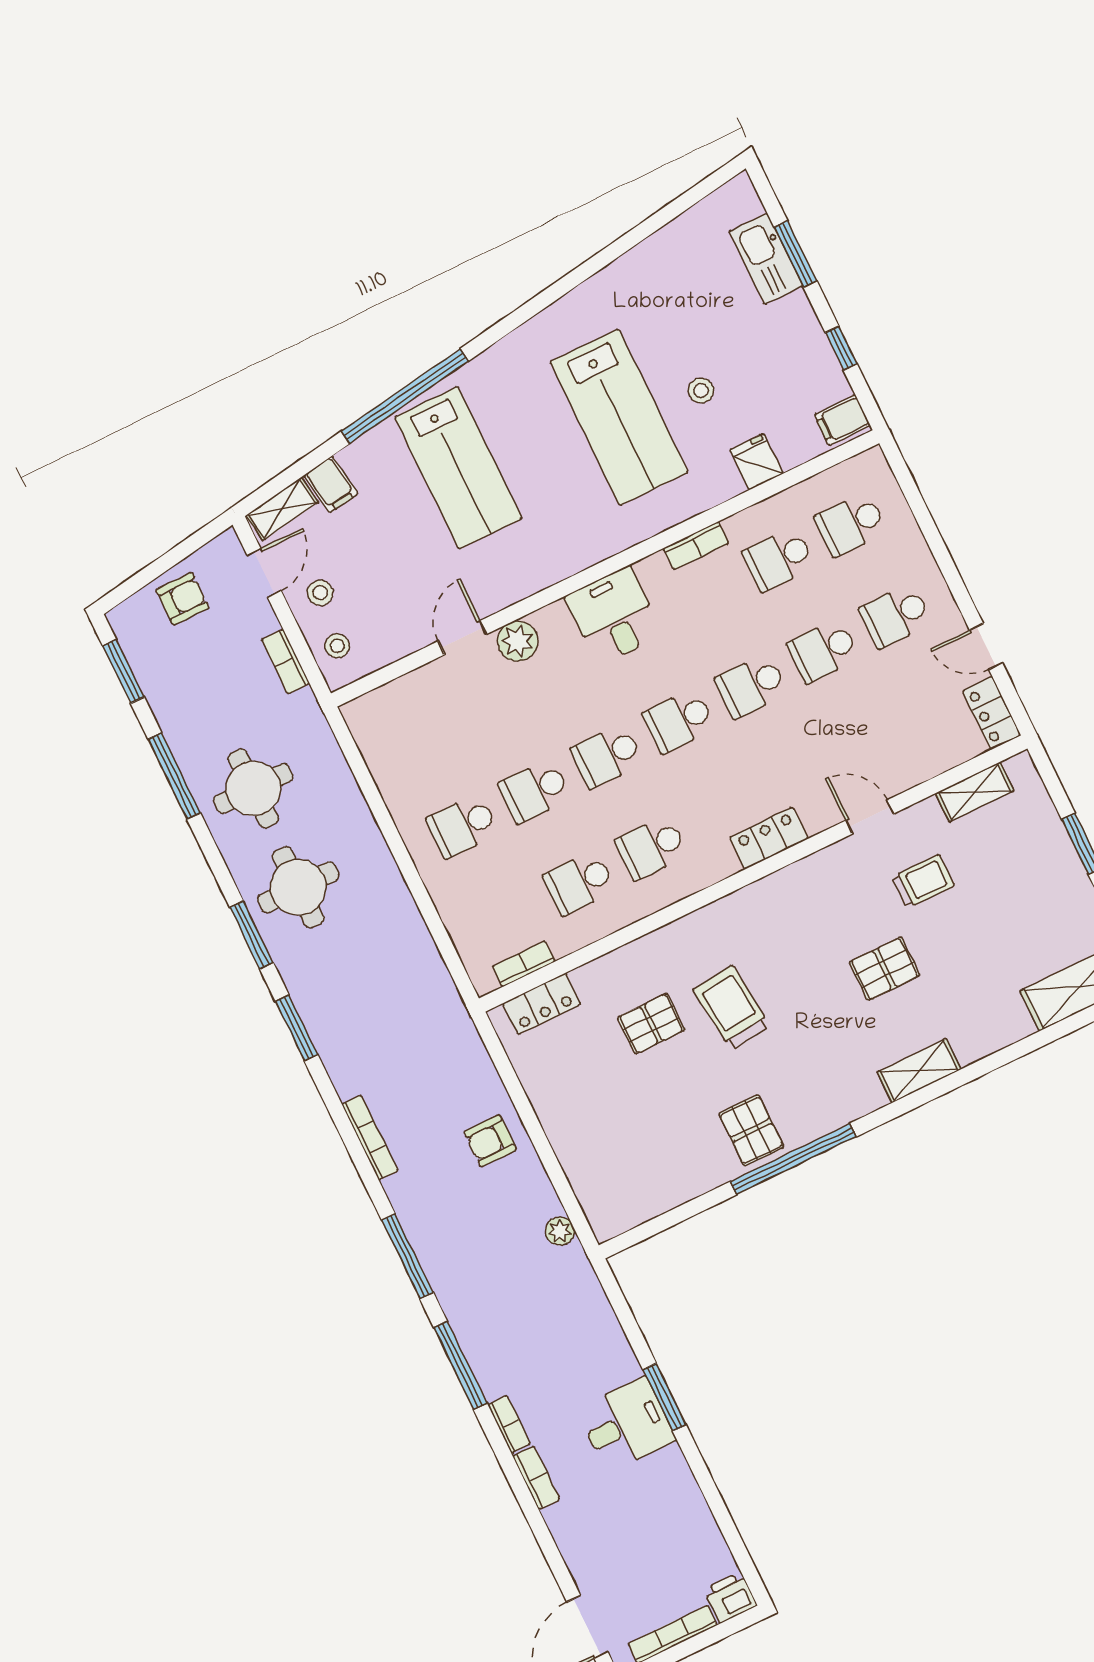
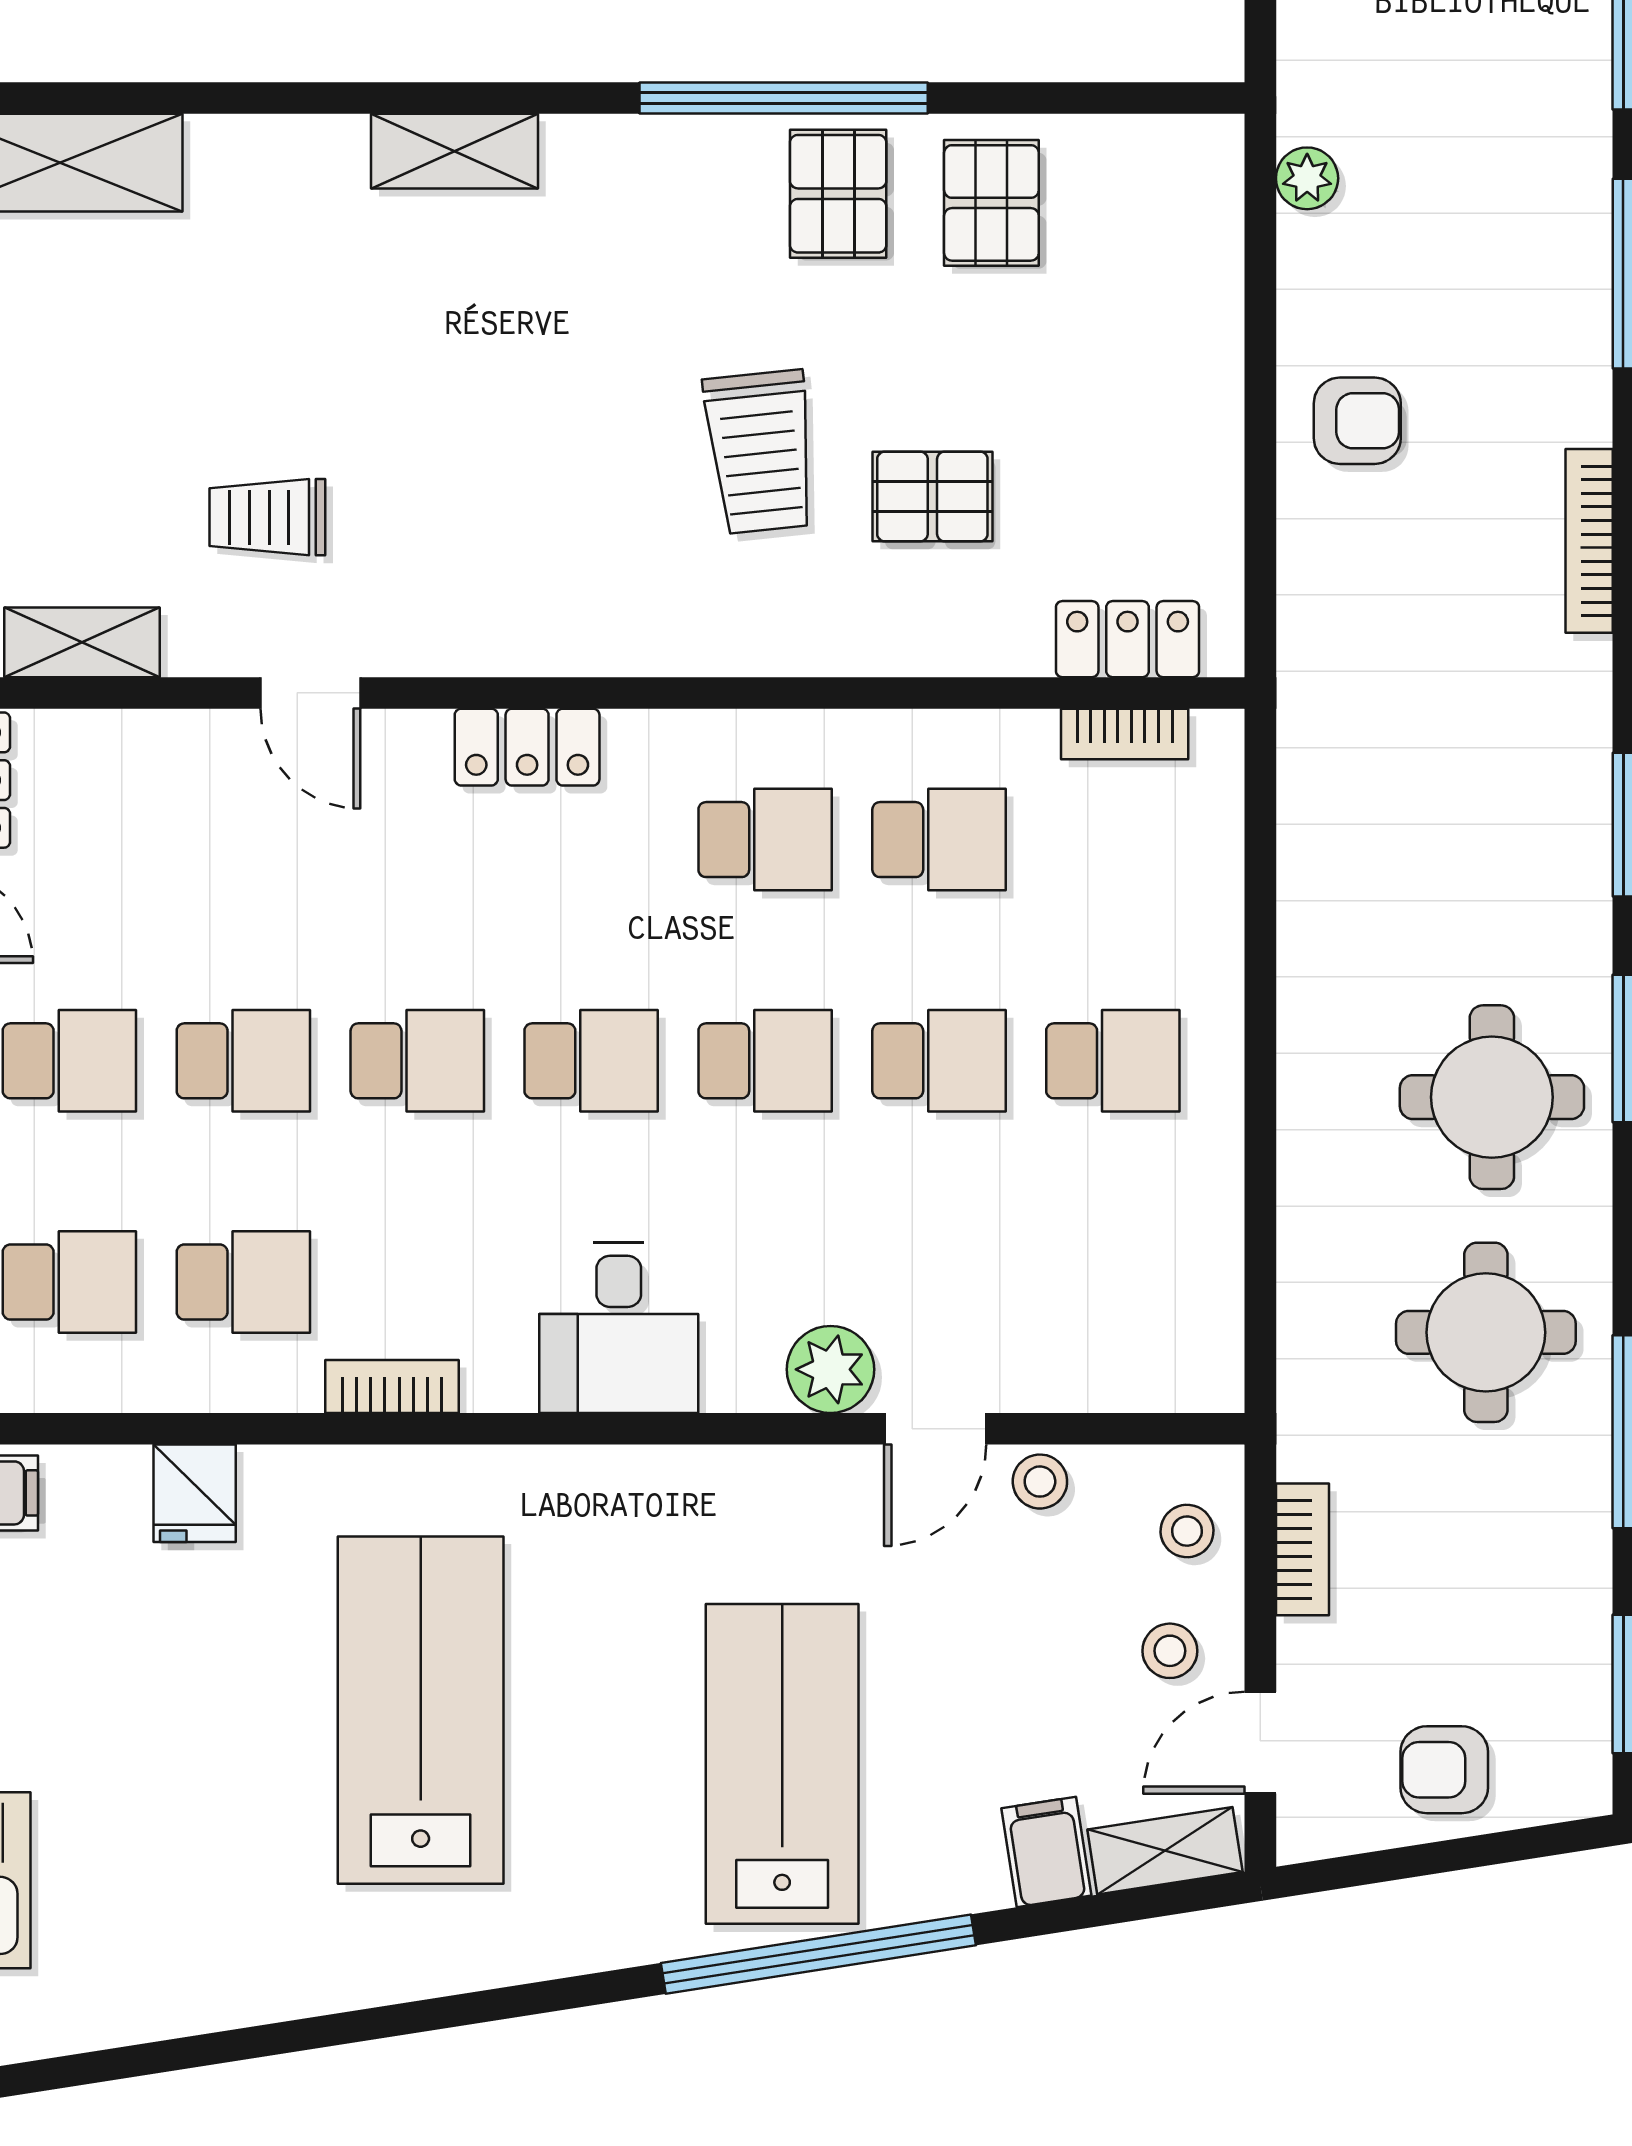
stool: (701, 391) -> (1040, 1482), moved
pallet: (885, 969) -> (991, 203), moved, turned 90

